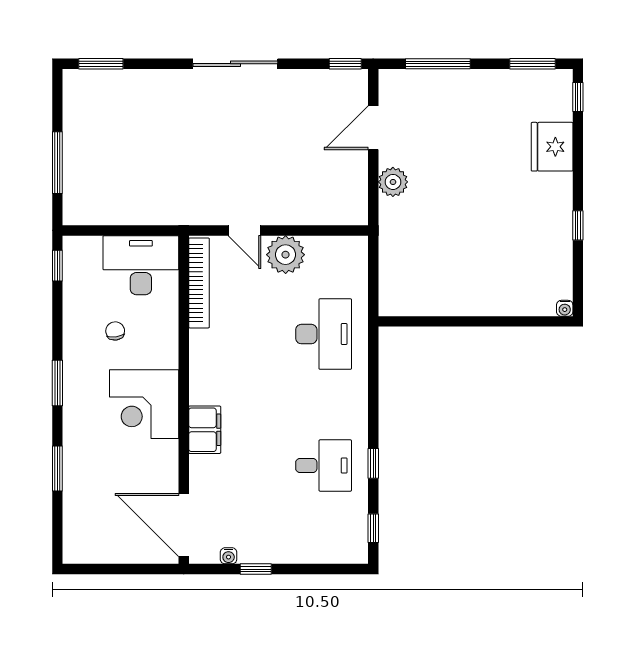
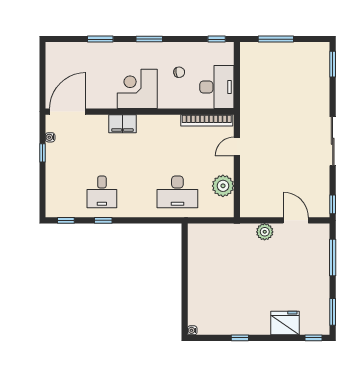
plant: (286, 255) -> (223, 186), moved

